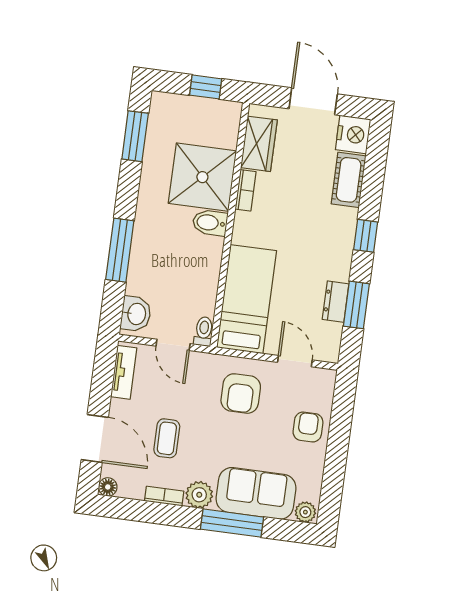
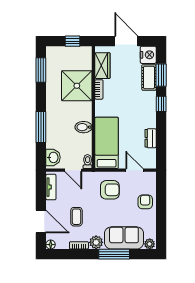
bidet: (210, 223) -> (84, 127), moved
window: (356, 305) -> (161, 75), moved
armchair: (241, 394) -> (110, 190), turned -90

